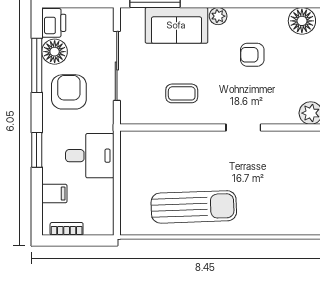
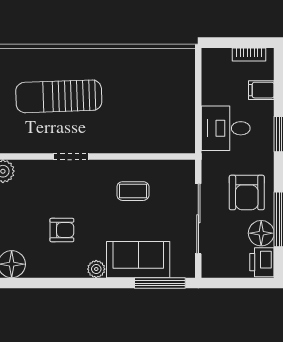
sun lounger: (194, 207) -> (59, 96), moved

